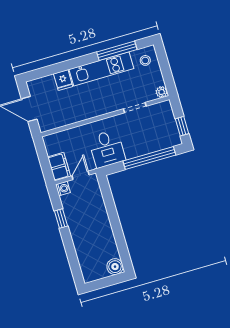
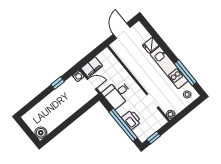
printer: (147, 145) -> (131, 120), added

